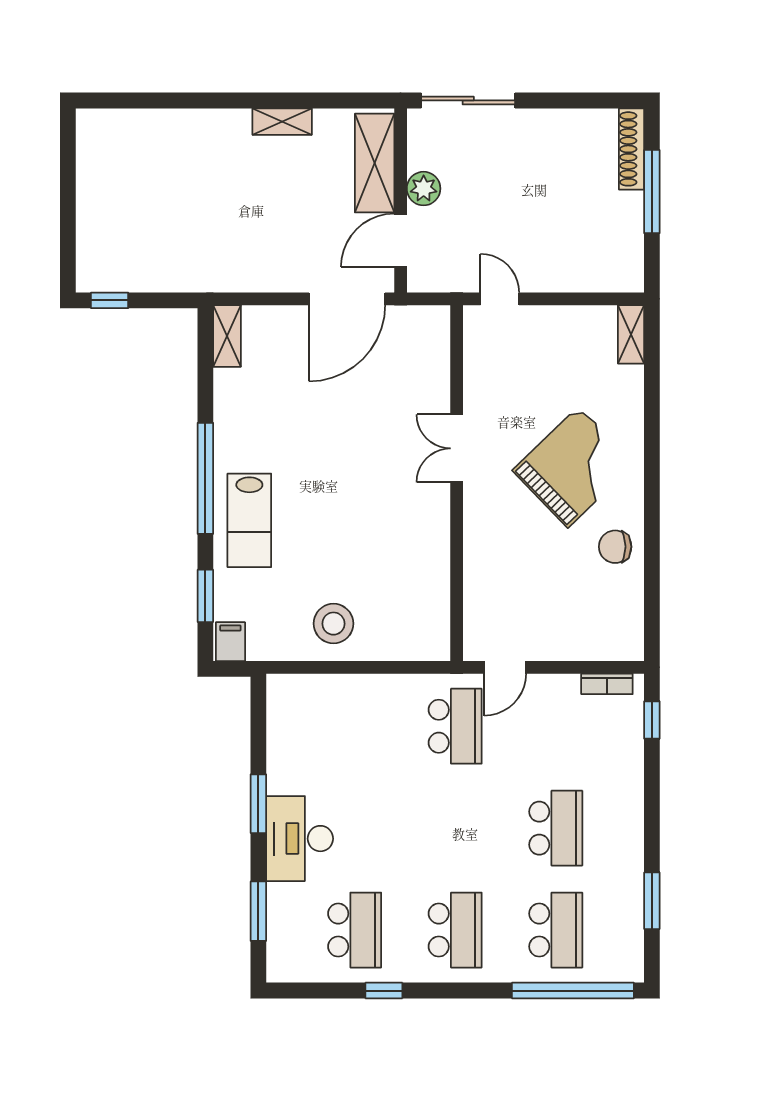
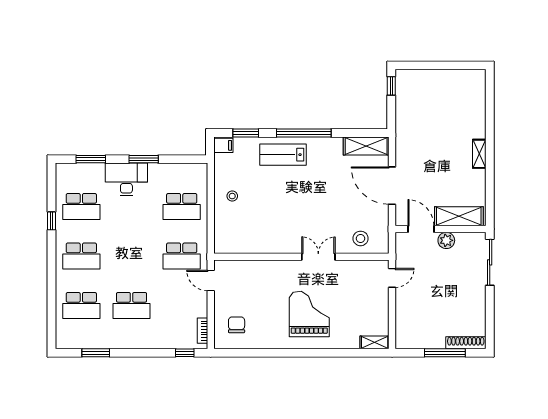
shelving: (282, 122) -> (479, 154), moved
door: (347, 299) -> (392, 186), moved
shelving: (227, 336) -> (366, 146), width x1.50, depth x1.33
stool: (420, 363) -> (361, 238), added
grand piano: (573, 467) -> (309, 314), turned -136
chair: (615, 547) -> (237, 325), moved
stool: (333, 624) -> (232, 196), width x0.53, depth x0.53
school desk: (355, 726) -> (182, 206), added
window: (573, 991) -> (52, 314), removed

